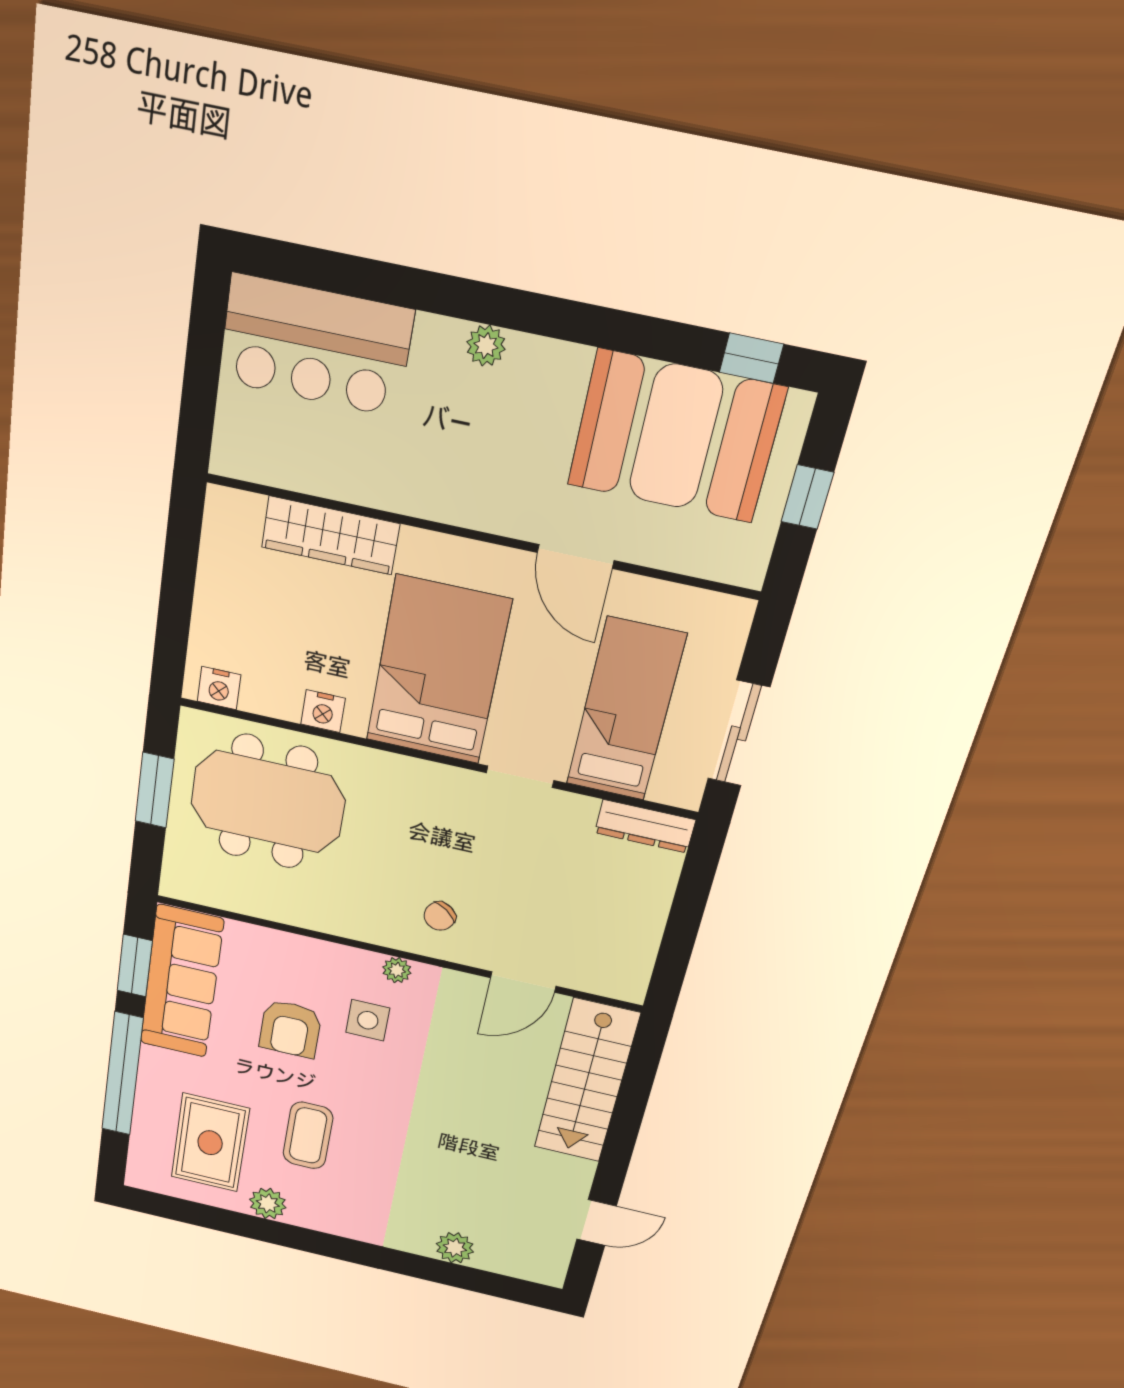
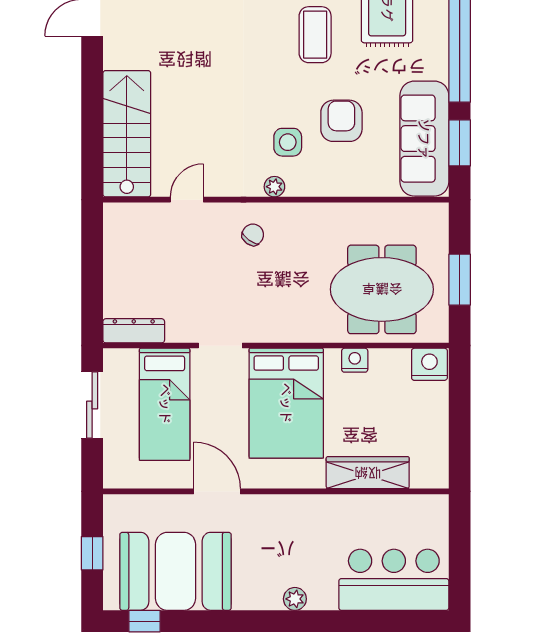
nightstand: (219, 688) -> (429, 364), width x1.36, depth x1.33
door: (523, 982) -> (187, 200), width x0.73

